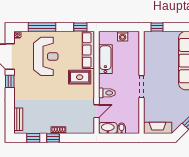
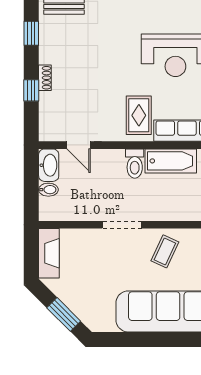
coffee table: (156, 62) -> (165, 251), added
toilet: (107, 93) -> (135, 164), moved
window: (53, 138) -> (31, 90), moved

